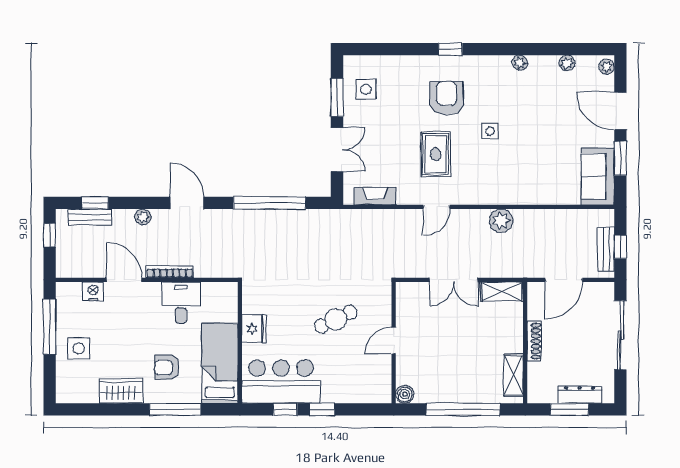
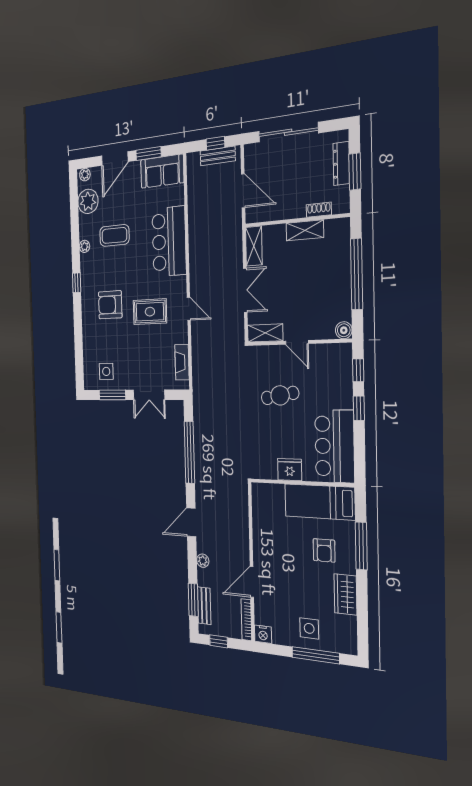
window: (450, 49) -> (77, 283), moved
plant: (567, 63) -> (88, 201), width x1.87, depth x1.87
coffee table: (529, 107) -> (114, 235), added
side table: (490, 131) -> (132, 267), removed
double door: (337, 150) -> (149, 395), swing flipped
bar counter: (516, 183) -> (169, 241), added
window: (95, 203) -> (193, 600), width x1.50
plant: (501, 221) -> (198, 252), removed
bookcase: (170, 272) -> (246, 620), moved
nightstand: (93, 291) -> (263, 634), moved, turned -90
desk: (181, 303) -> (269, 534), removed
shelving: (405, 303) -> (265, 333), added
cafe table: (336, 319) -> (280, 395), turned -74
window: (50, 327) -> (316, 655), moved
shoe rack: (534, 341) -> (319, 210), moved, width x0.70
shelving: (514, 375) -> (305, 230), moved
window: (285, 409) -> (358, 370), moved

